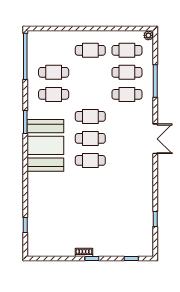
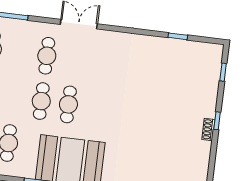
cafe table: (127, 94) -> (47, 56), moved
cafe table: (90, 160) -> (96, 108), removed

